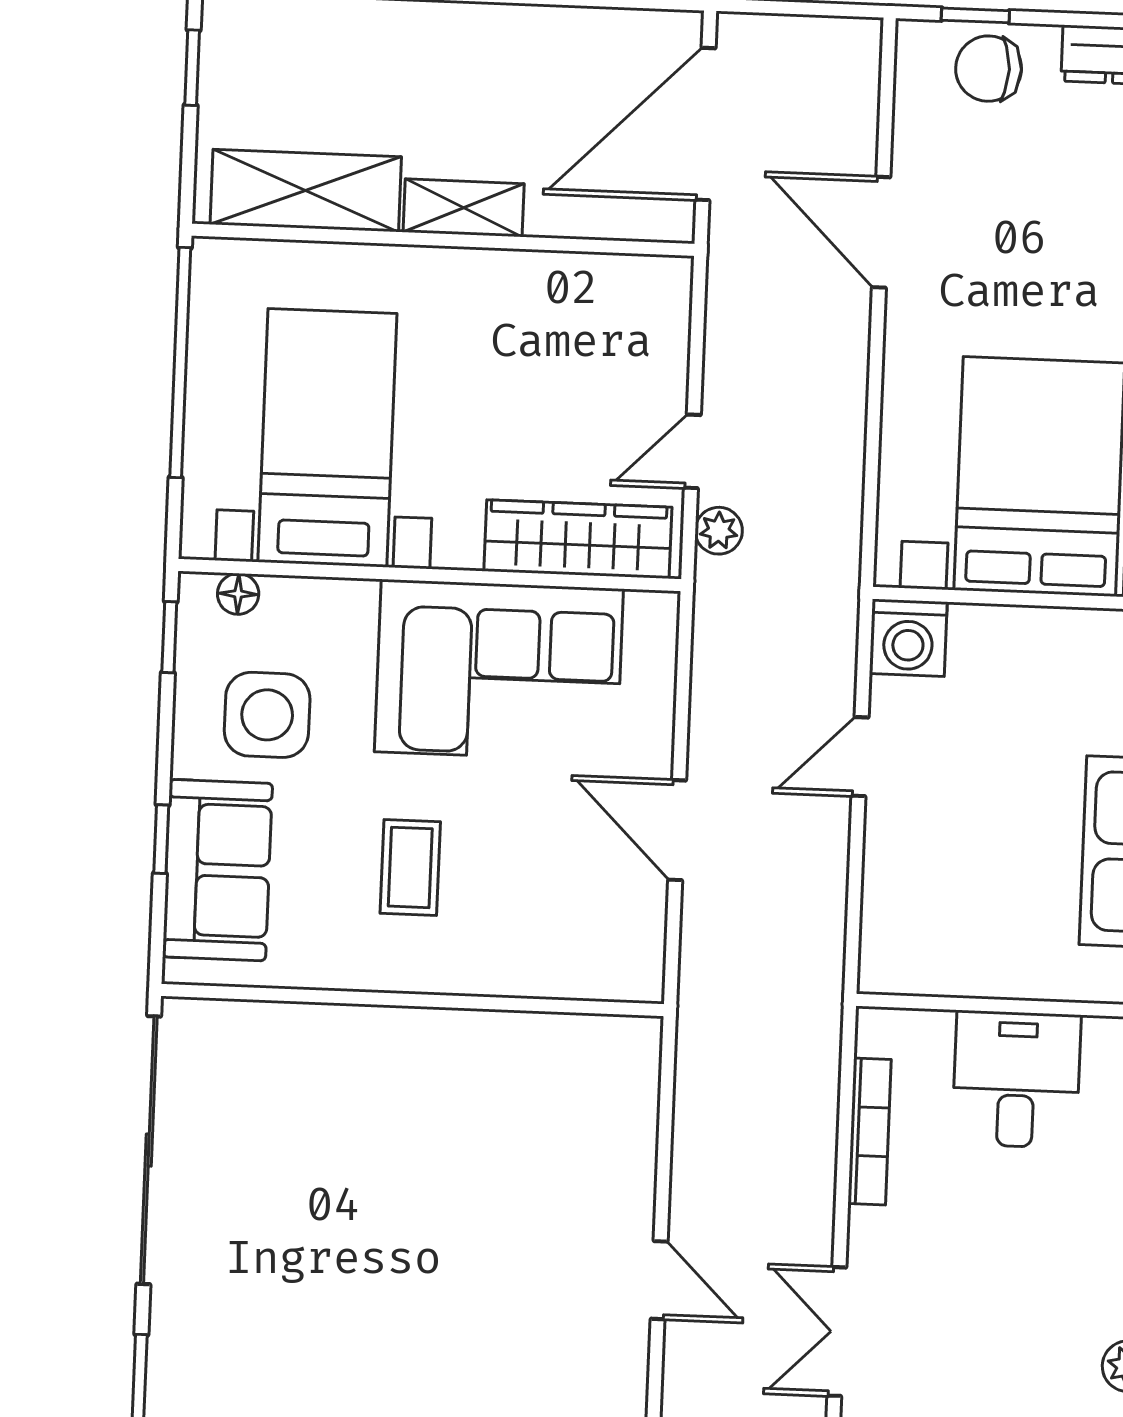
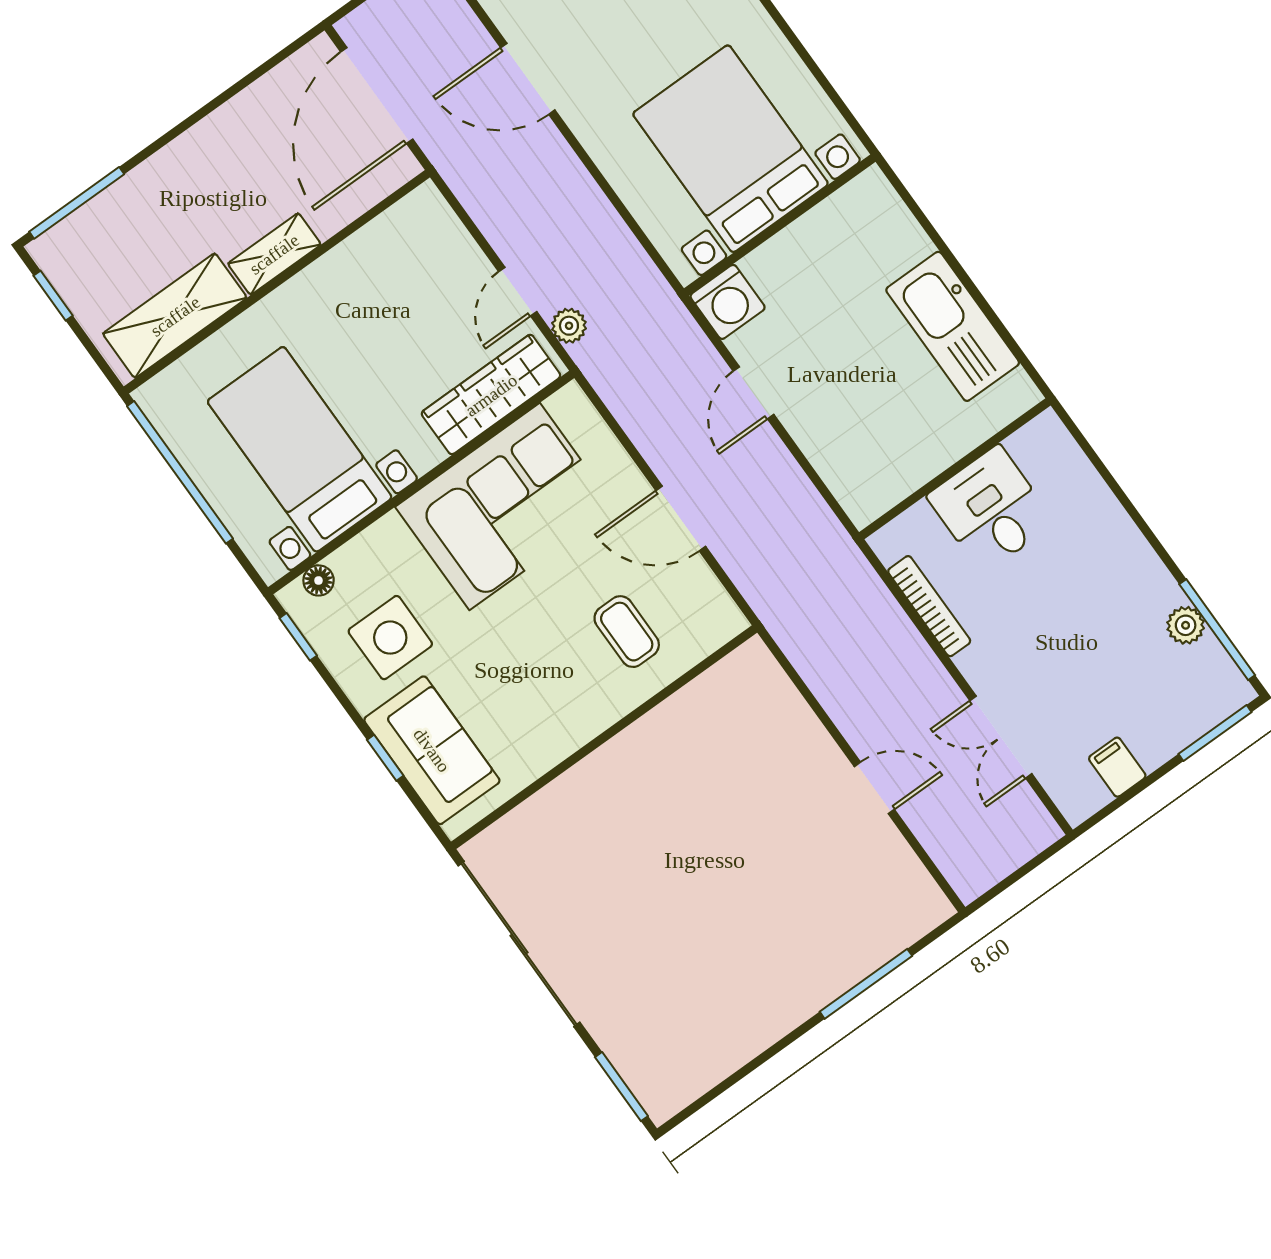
coffee table: (410, 867) -> (627, 632), moved

